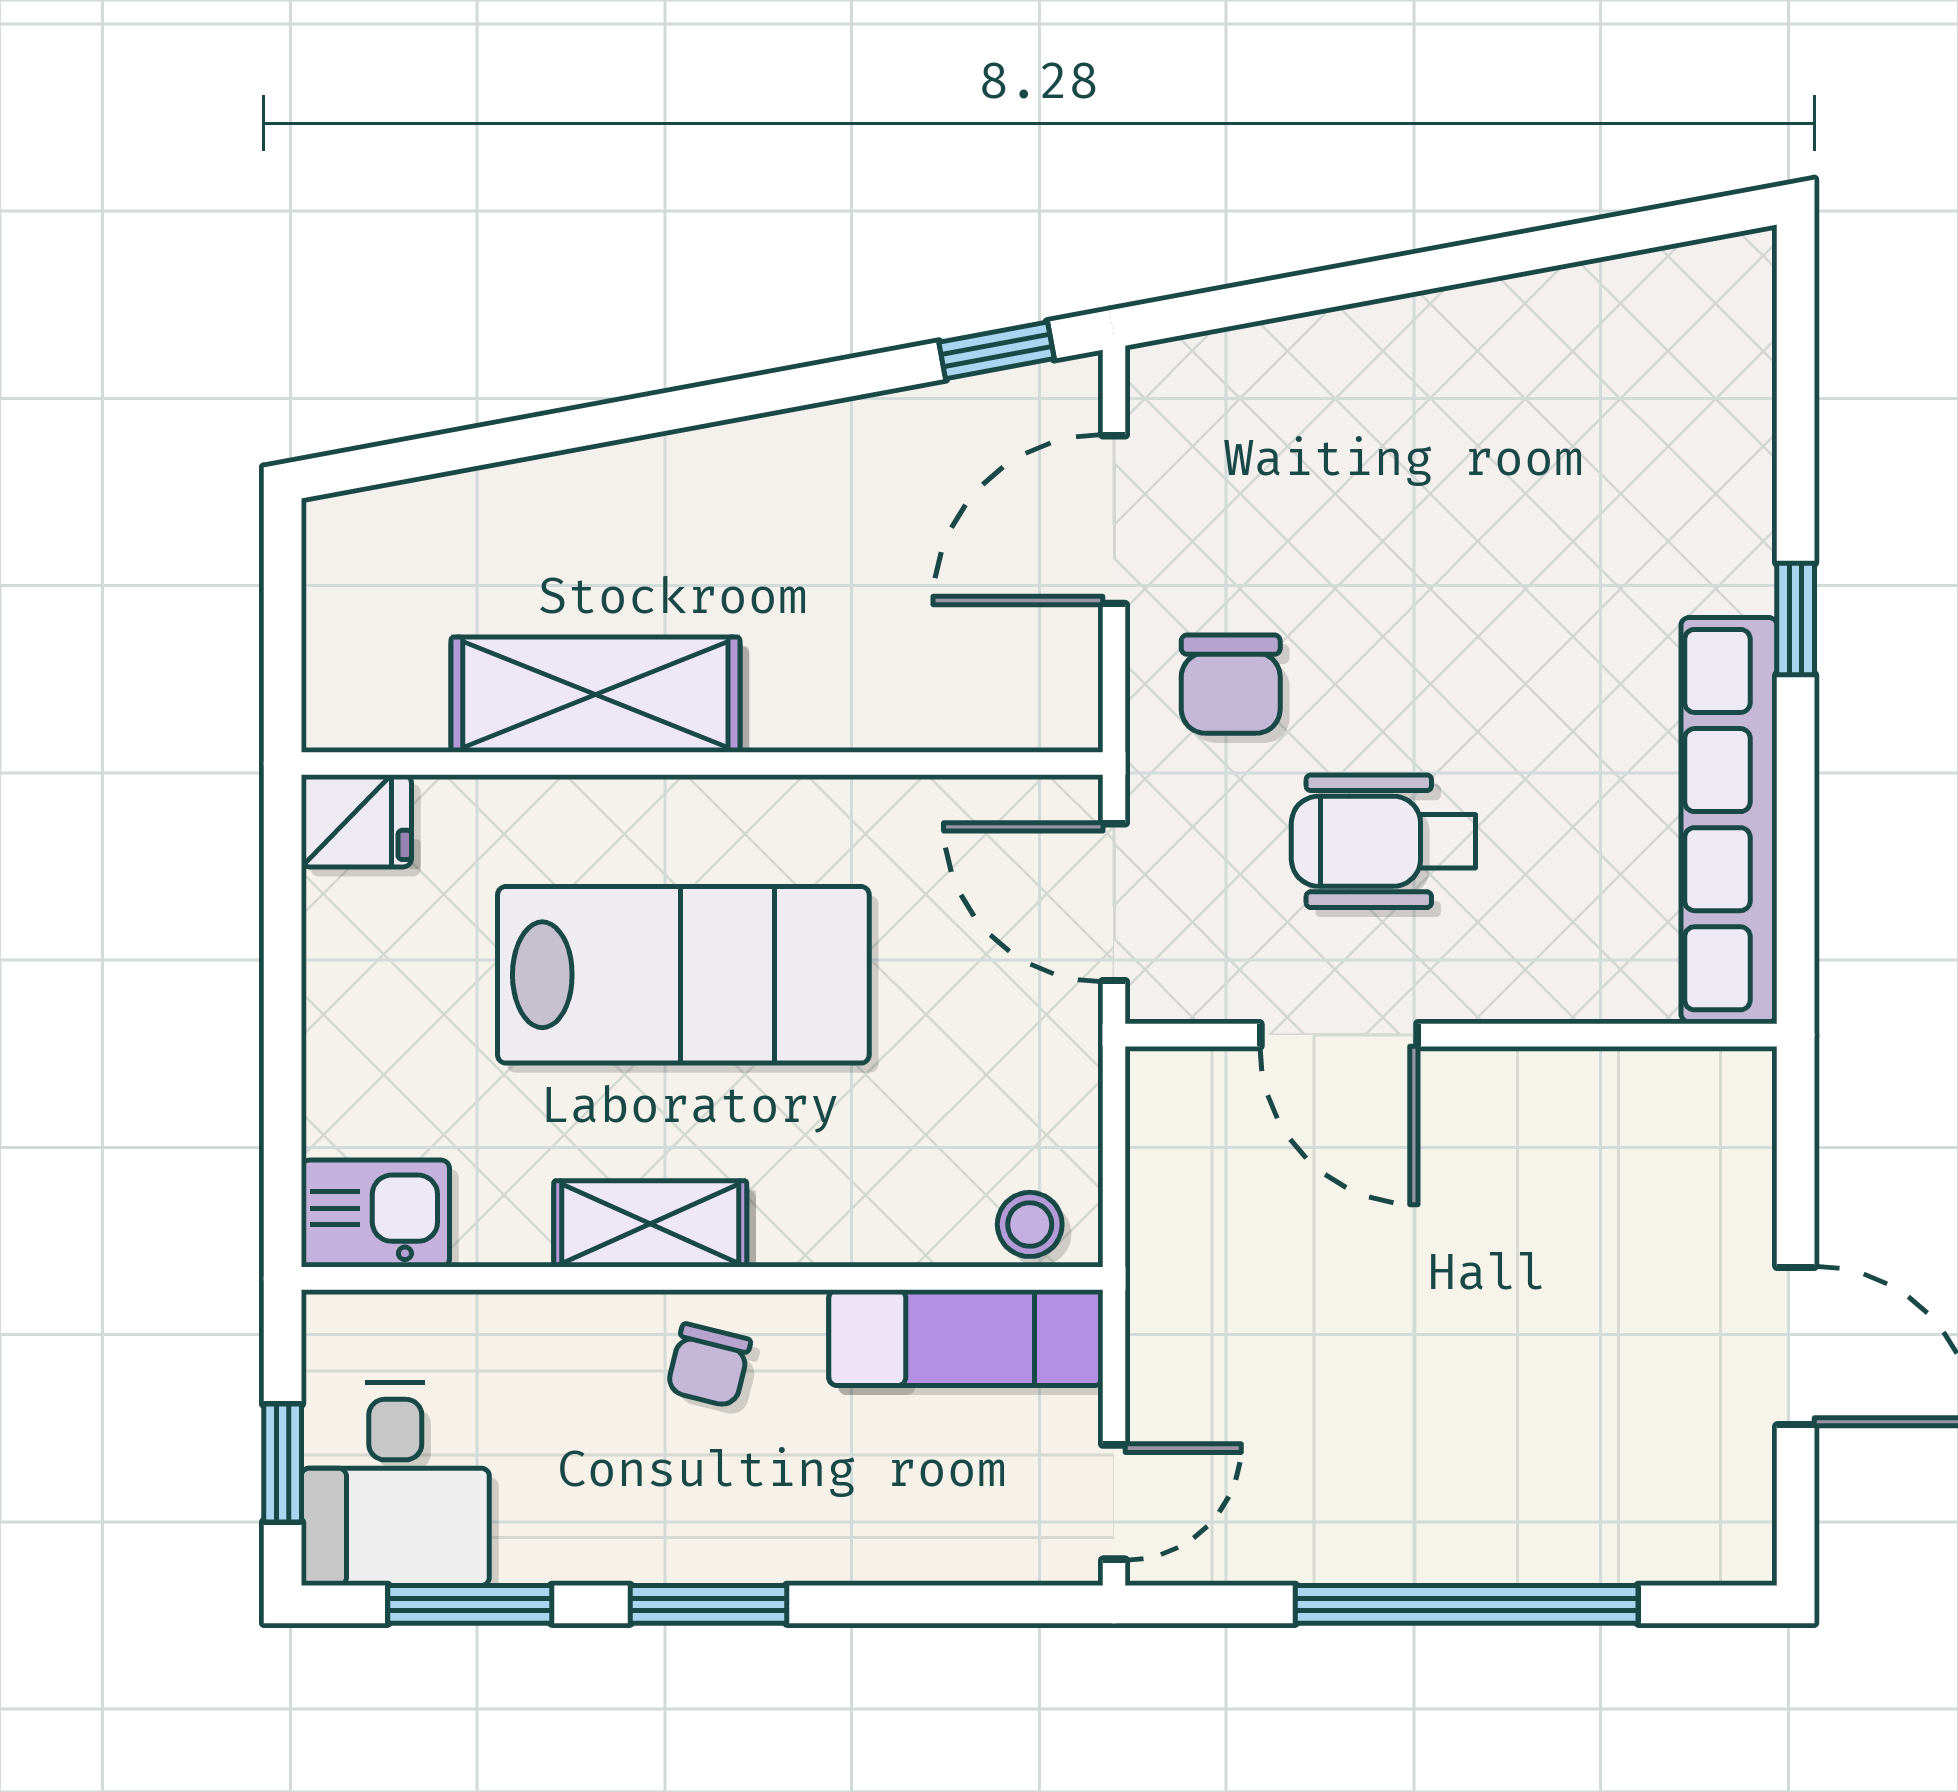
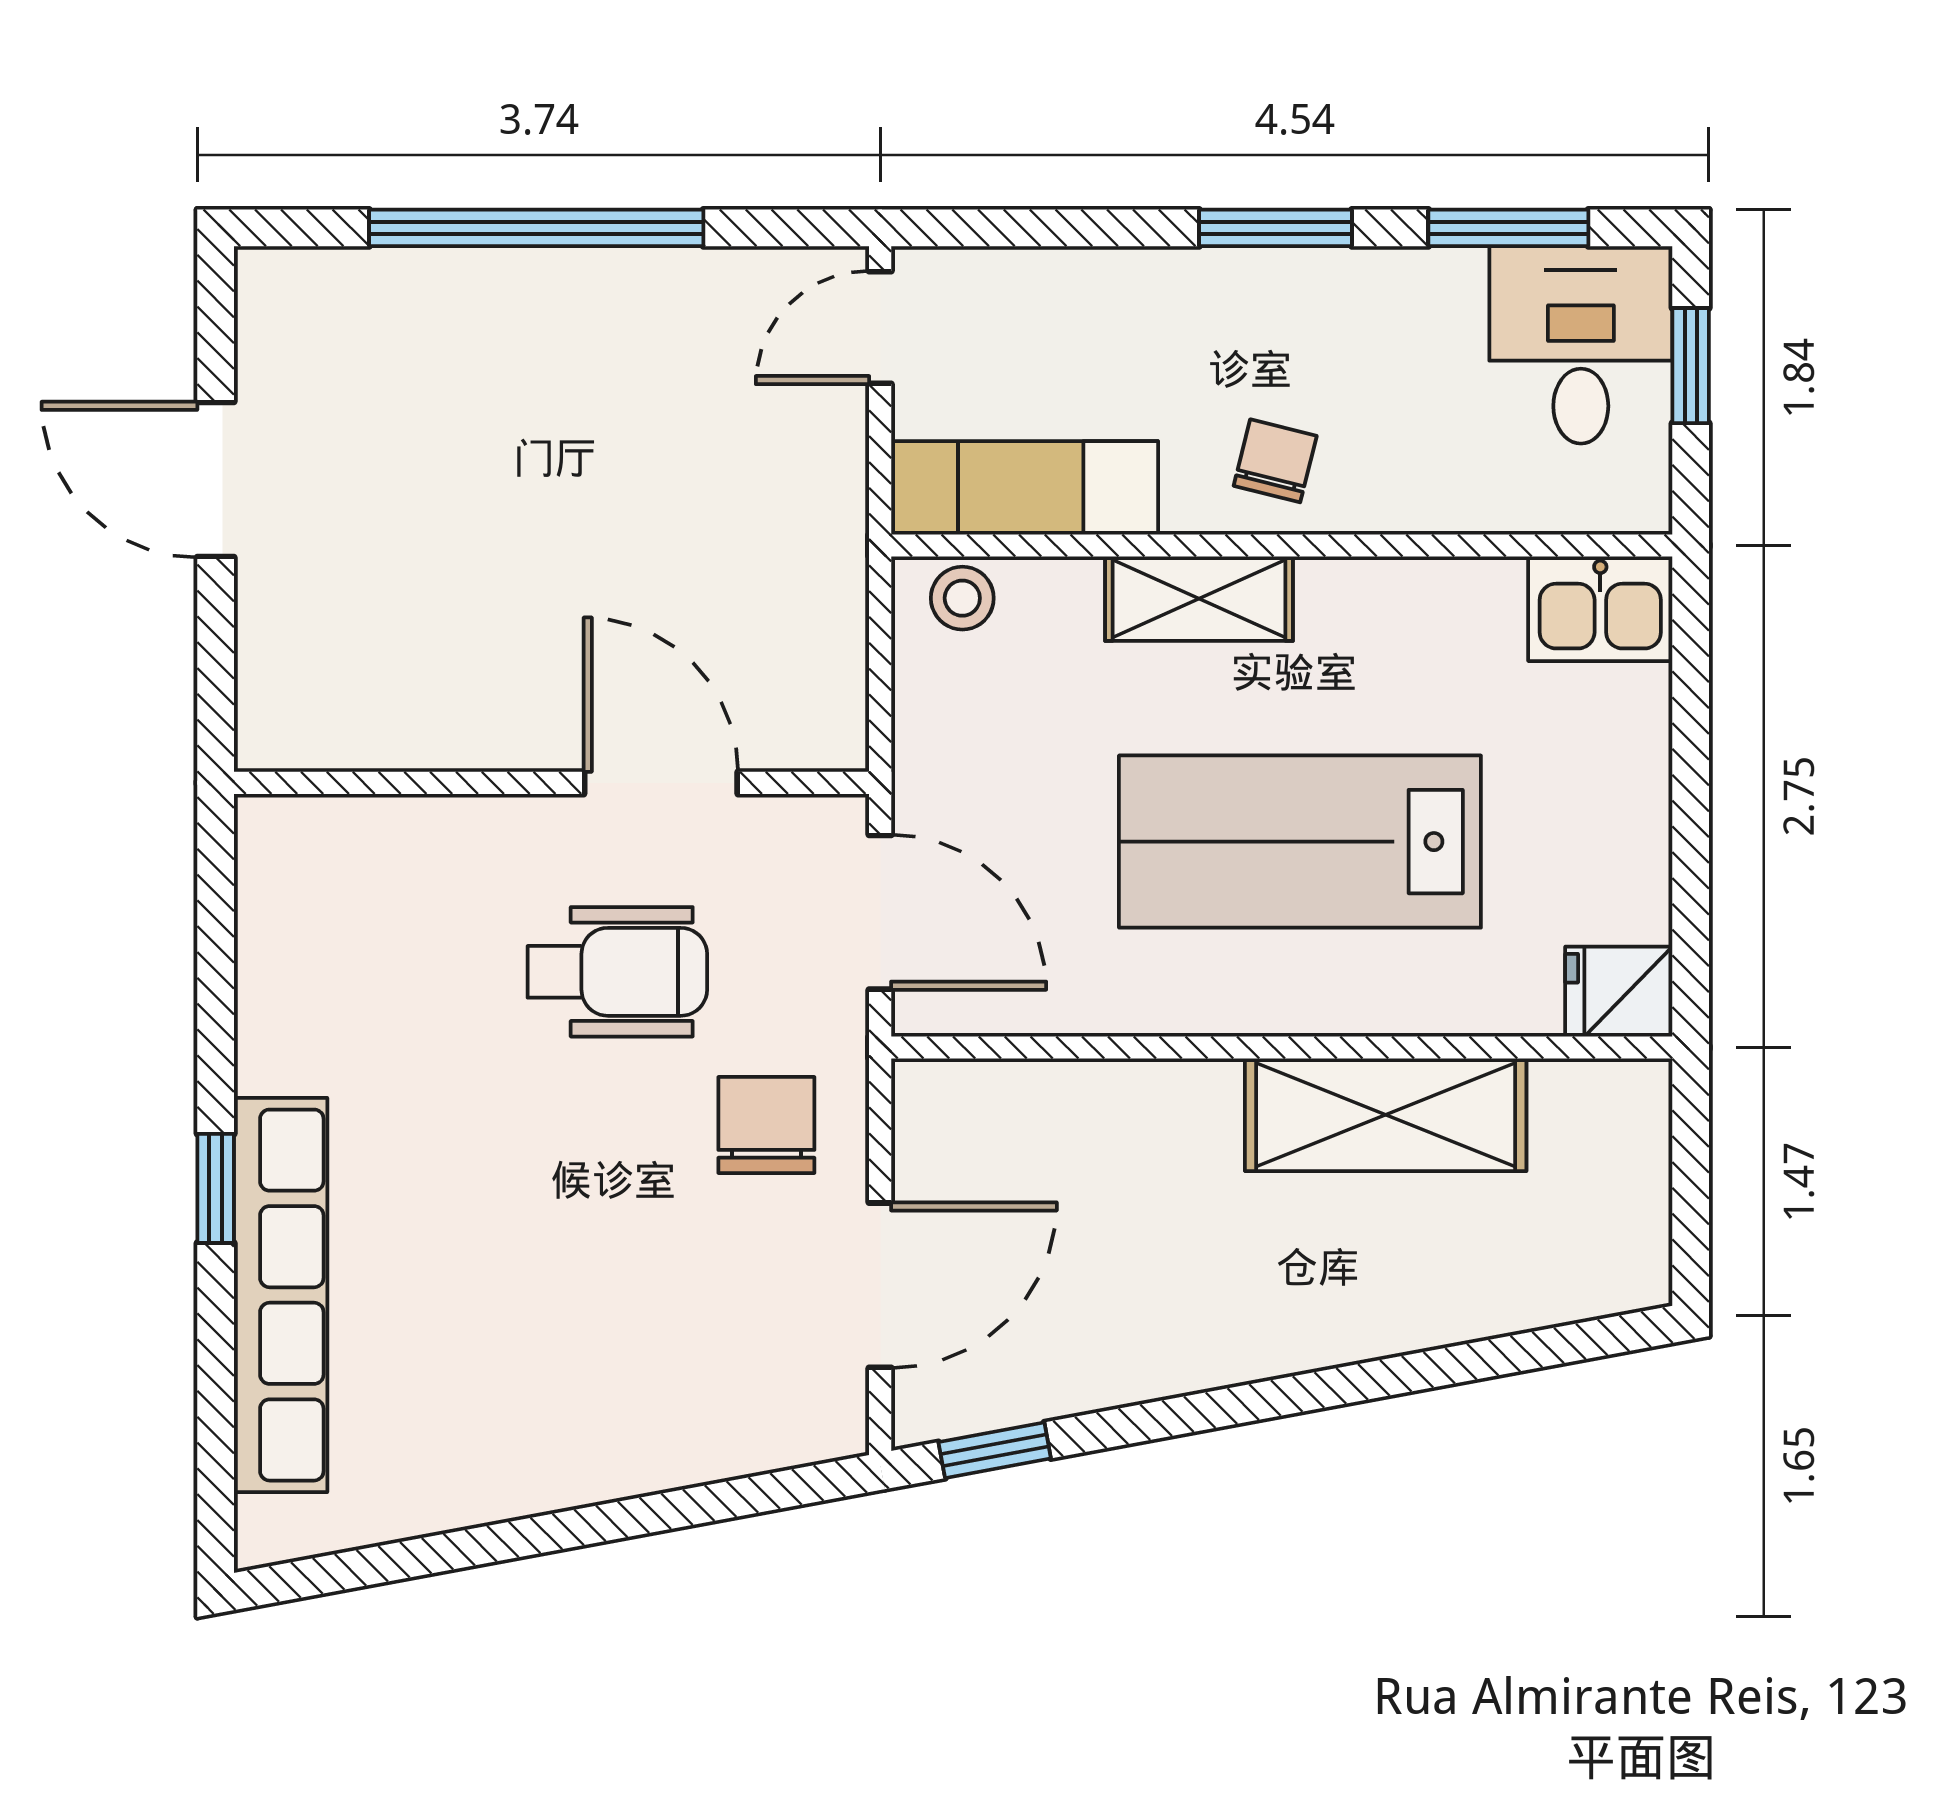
row of seats: (1729, 820) -> (281, 1295), moved
shelving: (650, 1224) -> (1199, 599), moved

